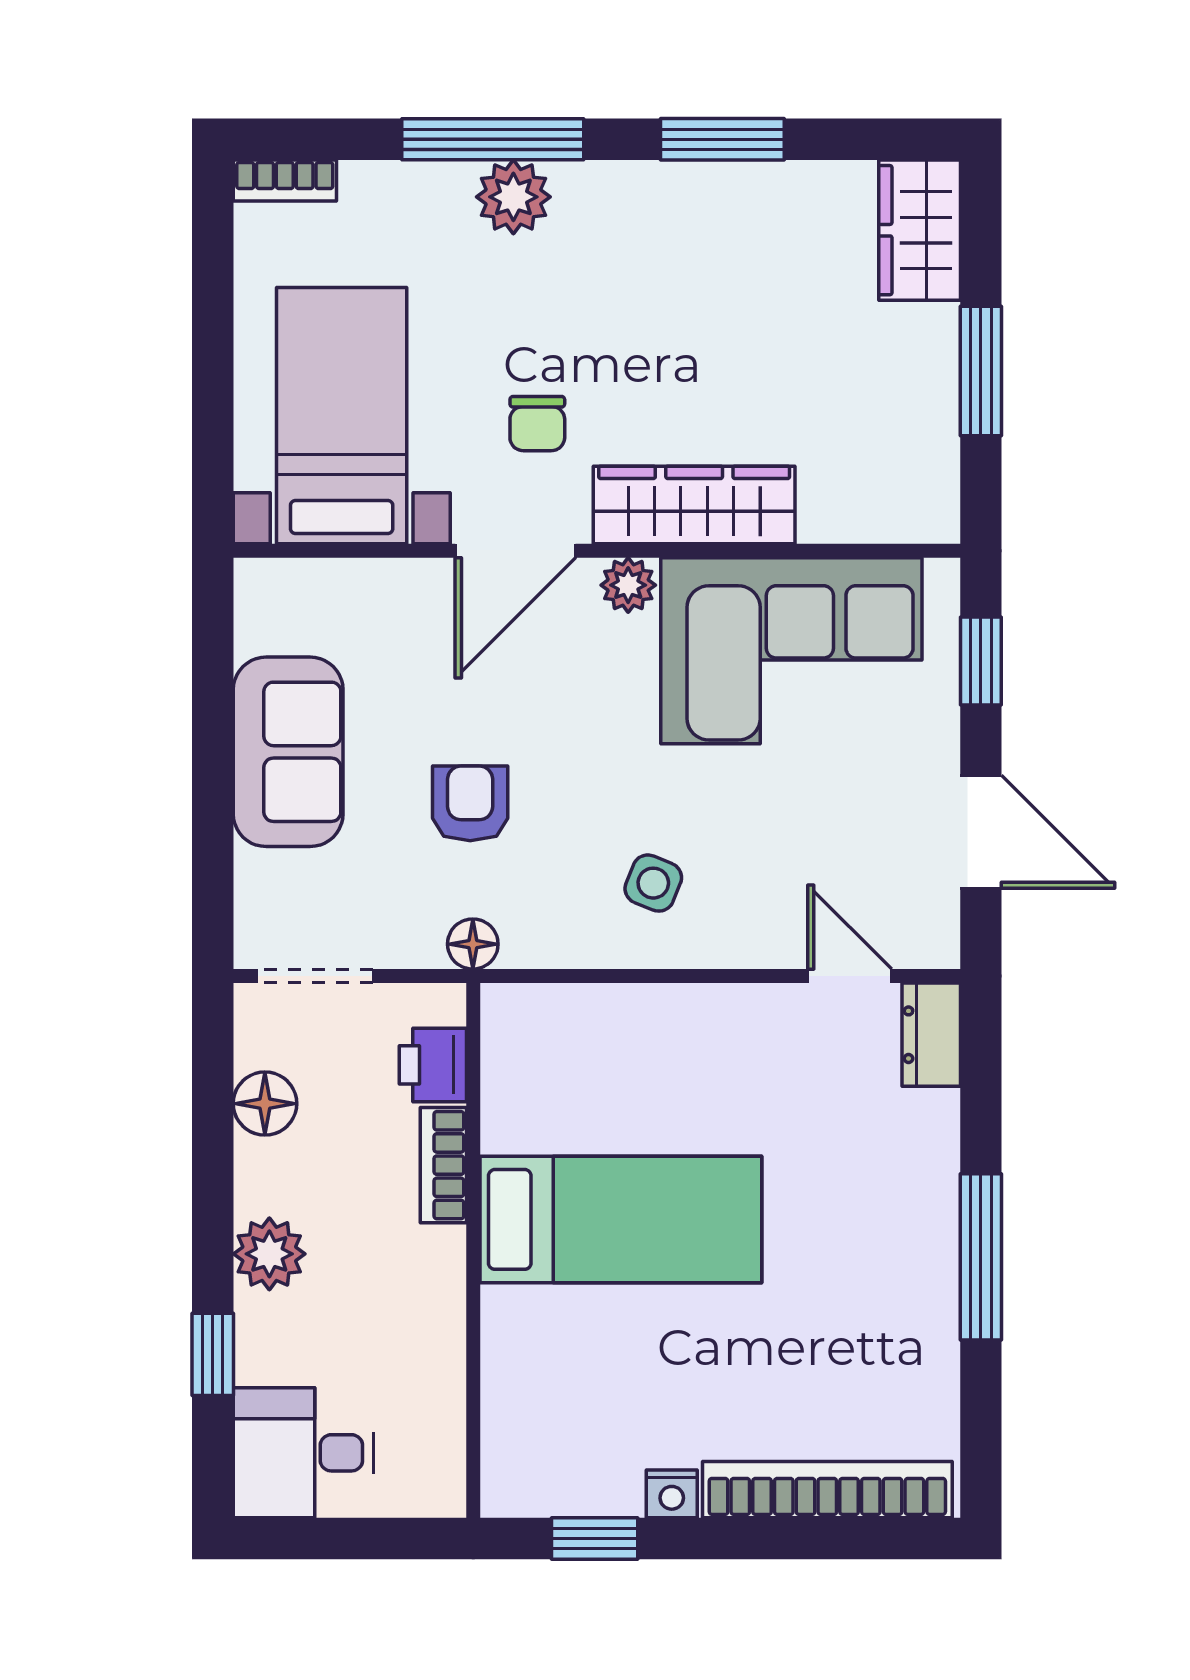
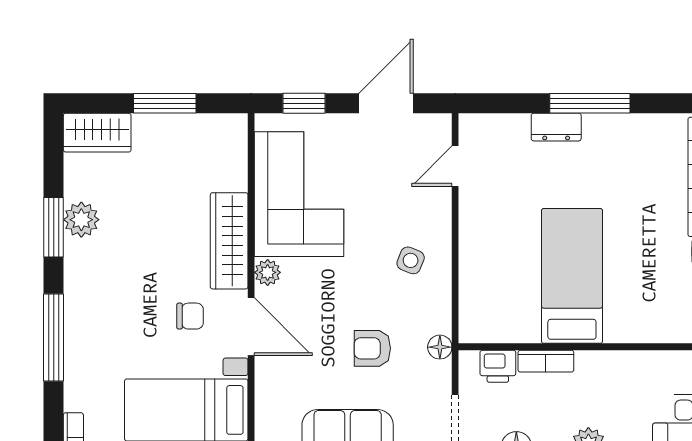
plant: (513, 197) -> (81, 220), moved
dresser: (931, 1035) -> (556, 127), moved

